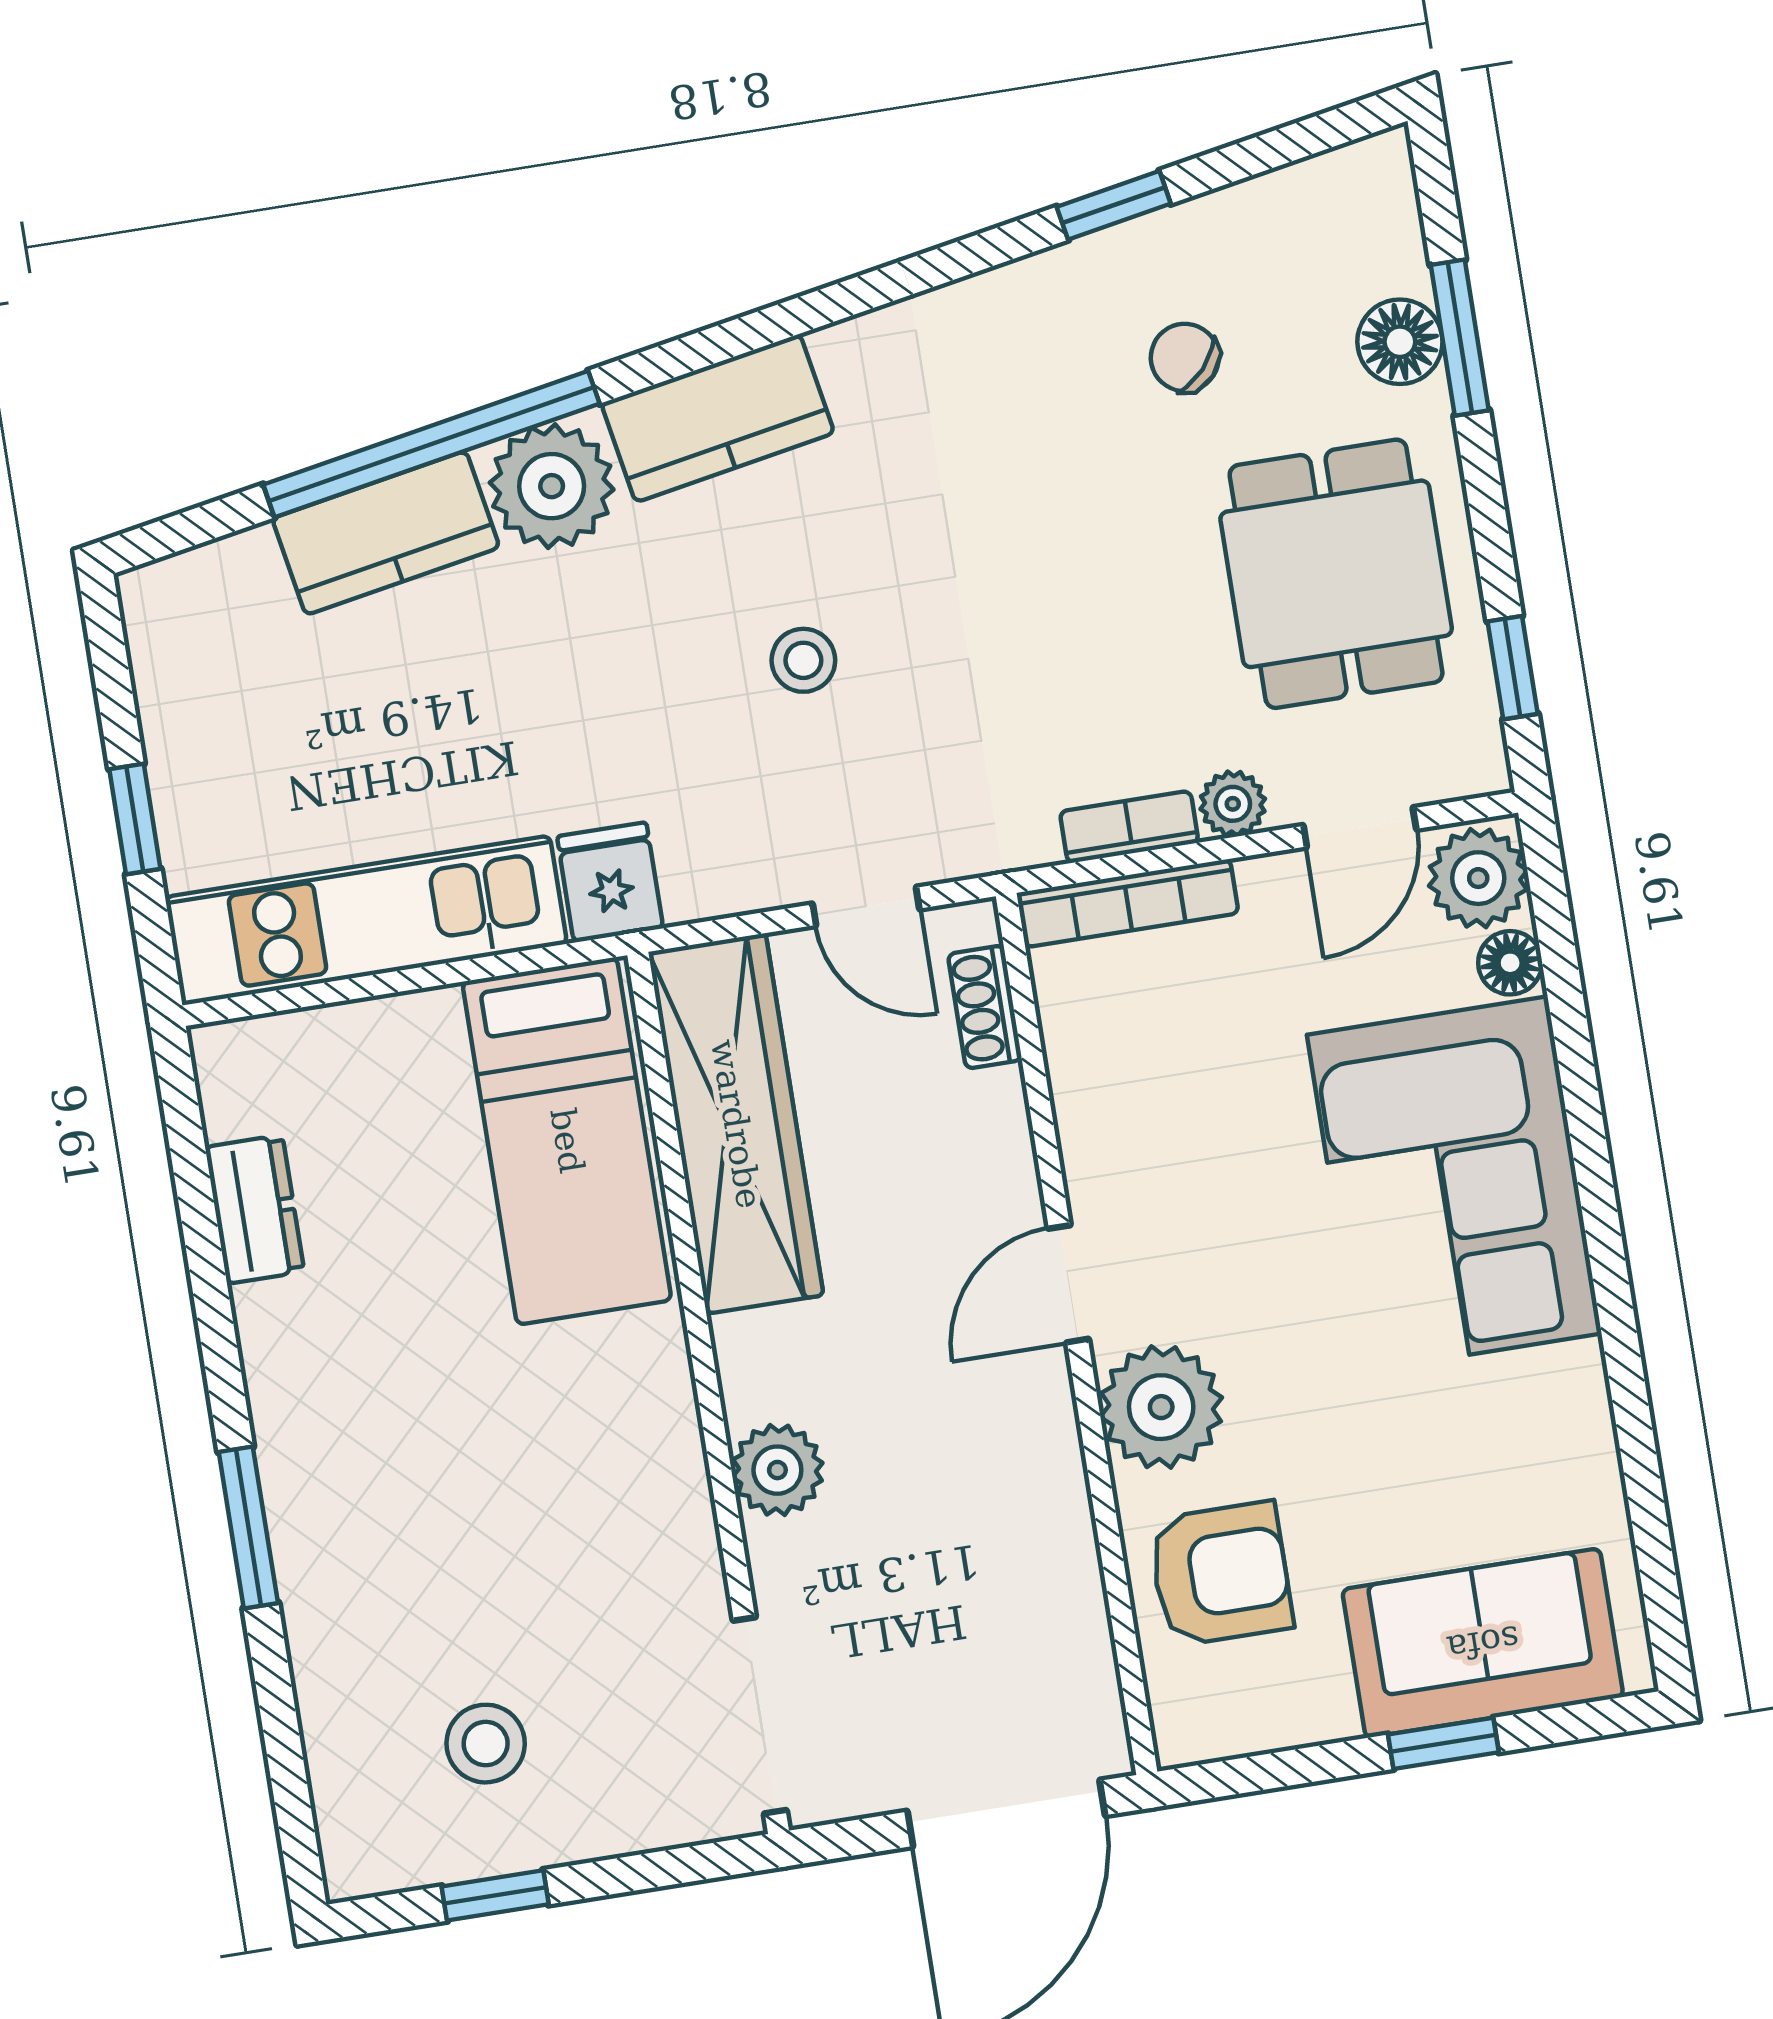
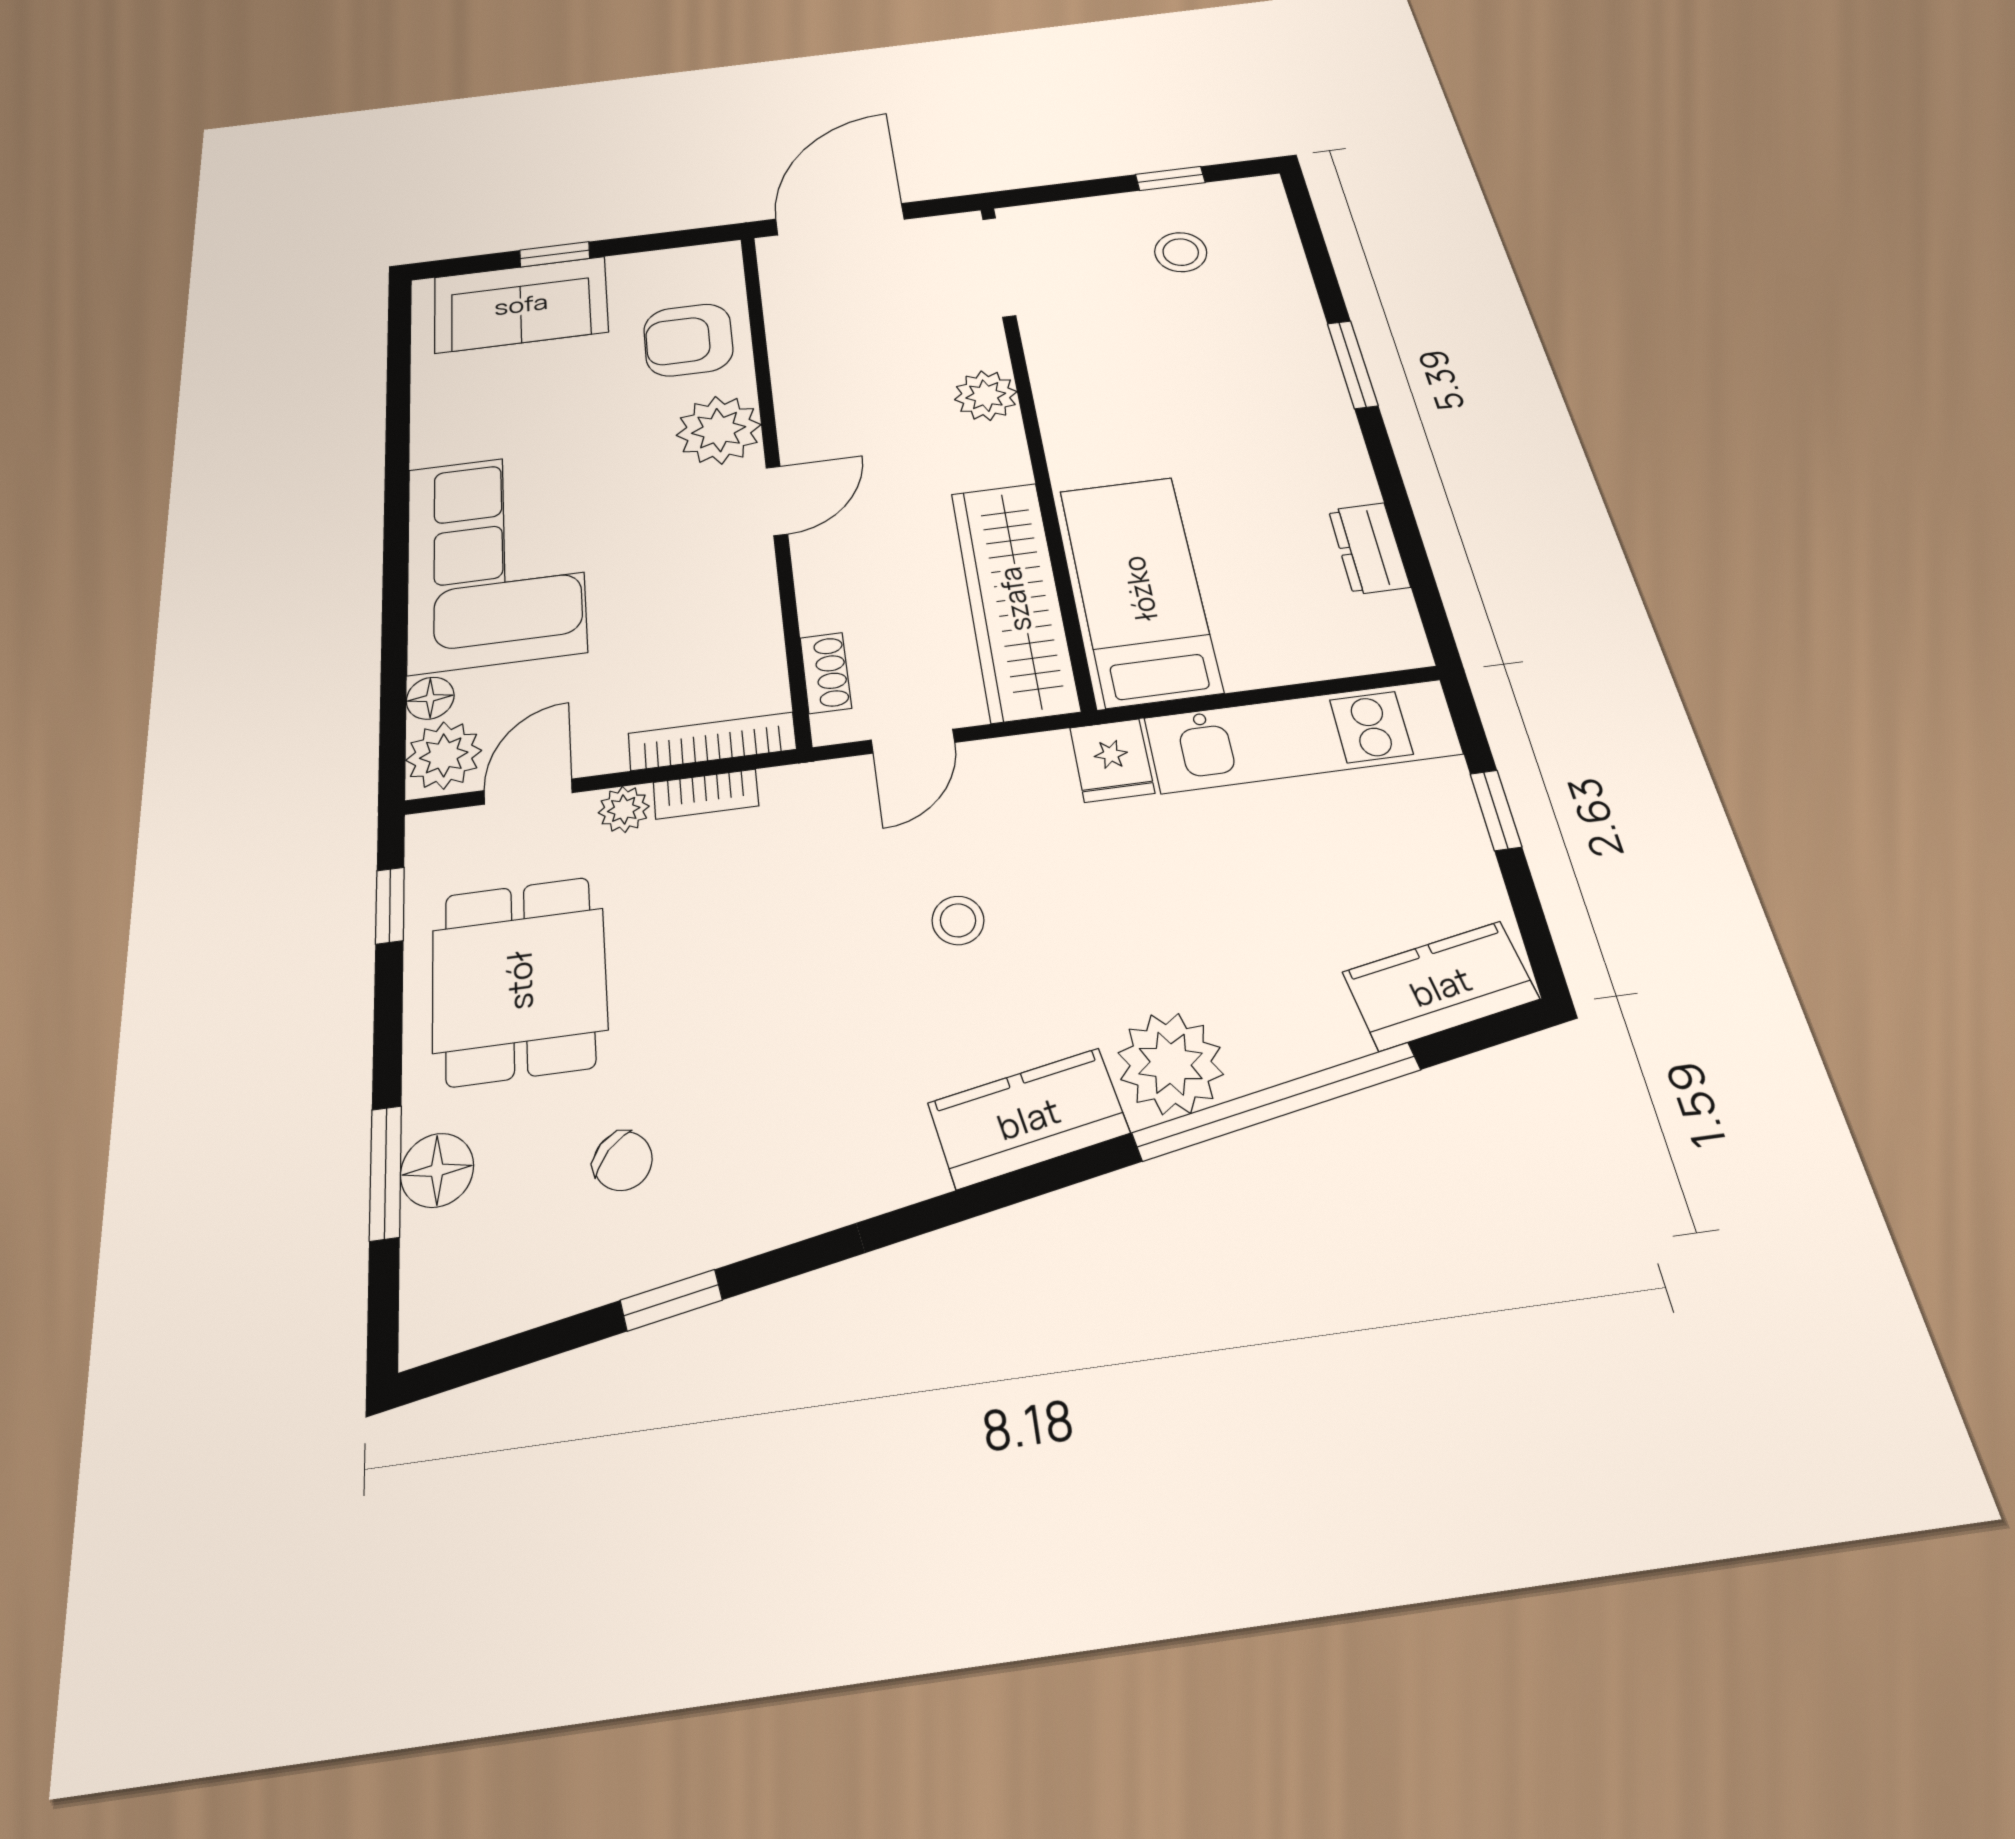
kitchen counter: (386, 533) -> (1440, 986), moved
door: (866, 906) -> (913, 741), swing flipped

